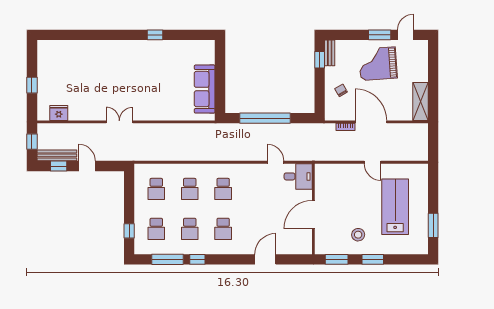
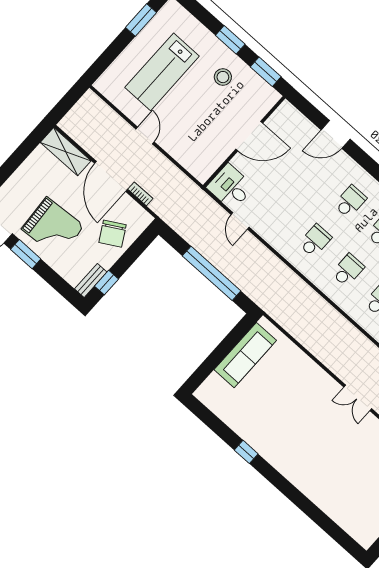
chair: (341, 90) -> (113, 234), width x1.87, depth x1.87
shelving: (421, 102) -> (66, 152), moved, turned 90

